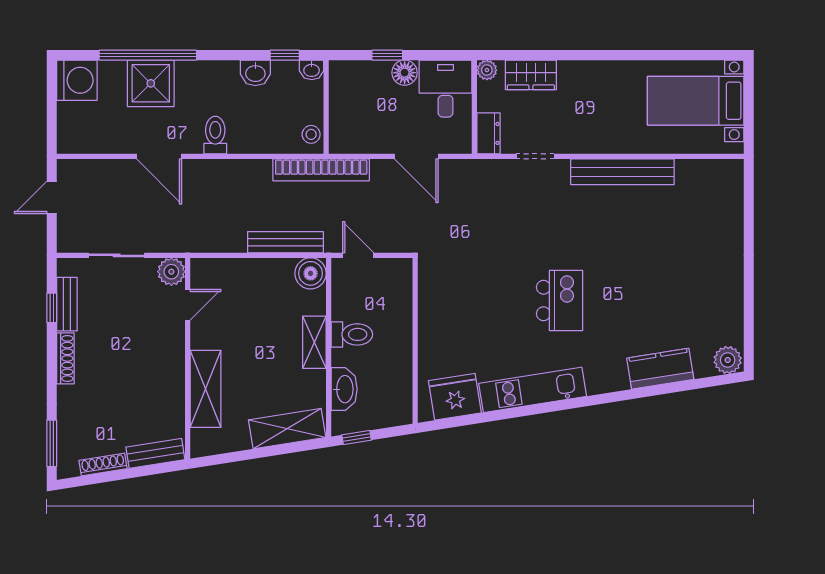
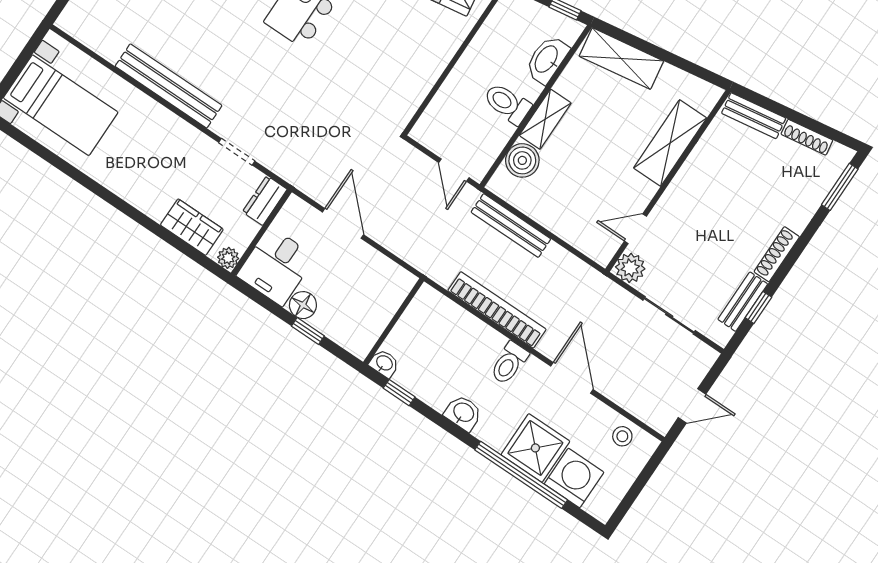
washbasin: (255, 73) -> (463, 413), moved
washing machine: (77, 80) -> (574, 478), moved, turned 90
stool: (311, 134) -> (622, 436), moved
bookcase: (321, 170) -> (497, 310), moved
boiler: (311, 273) -> (522, 160), moved

